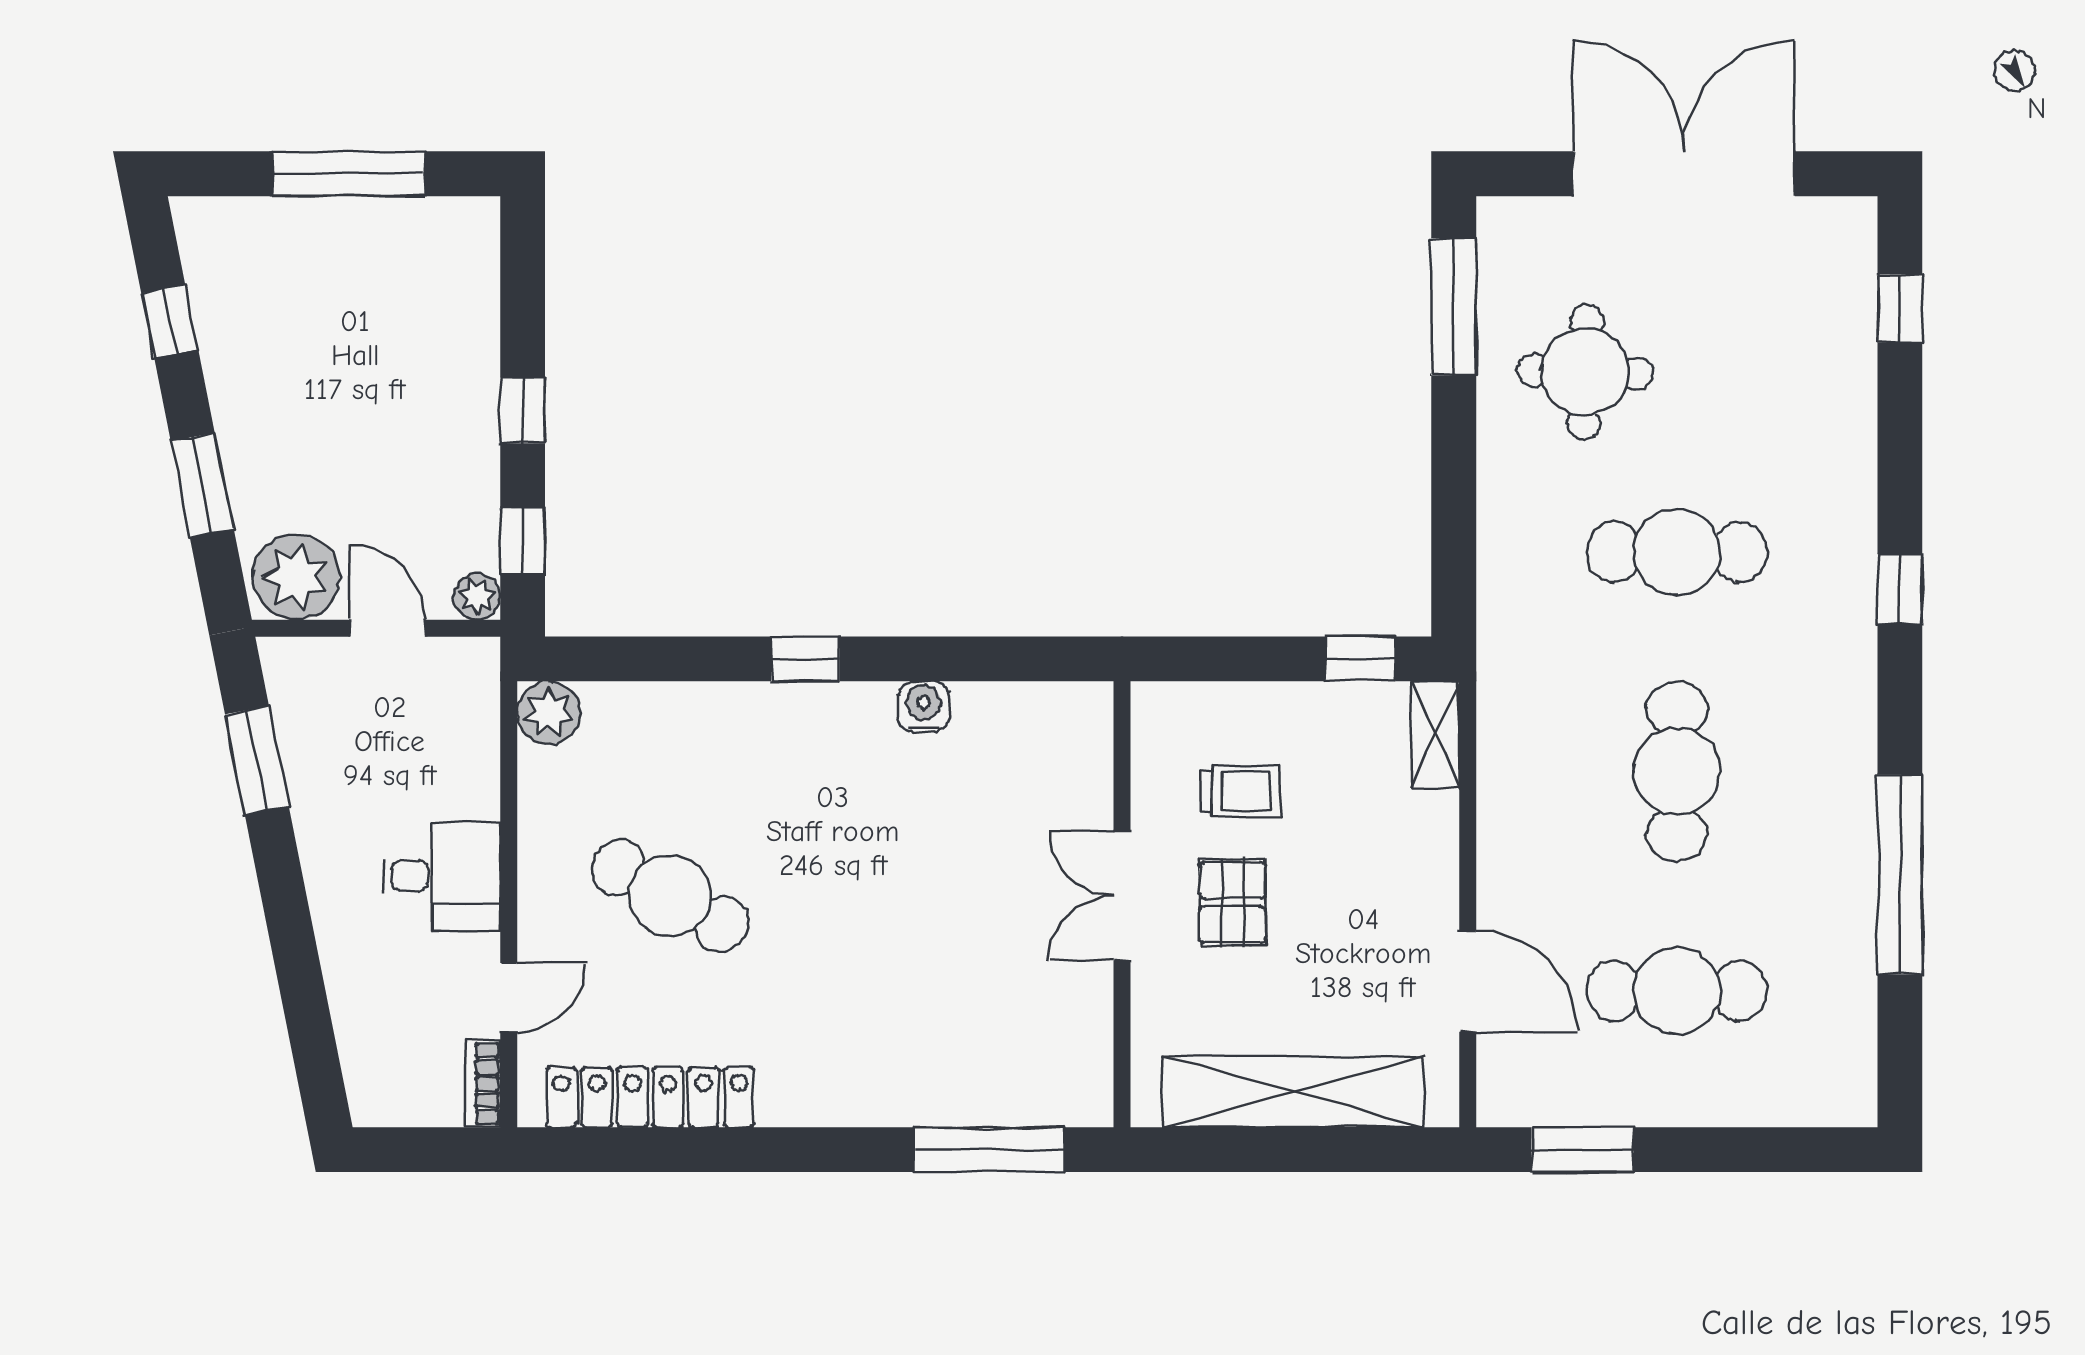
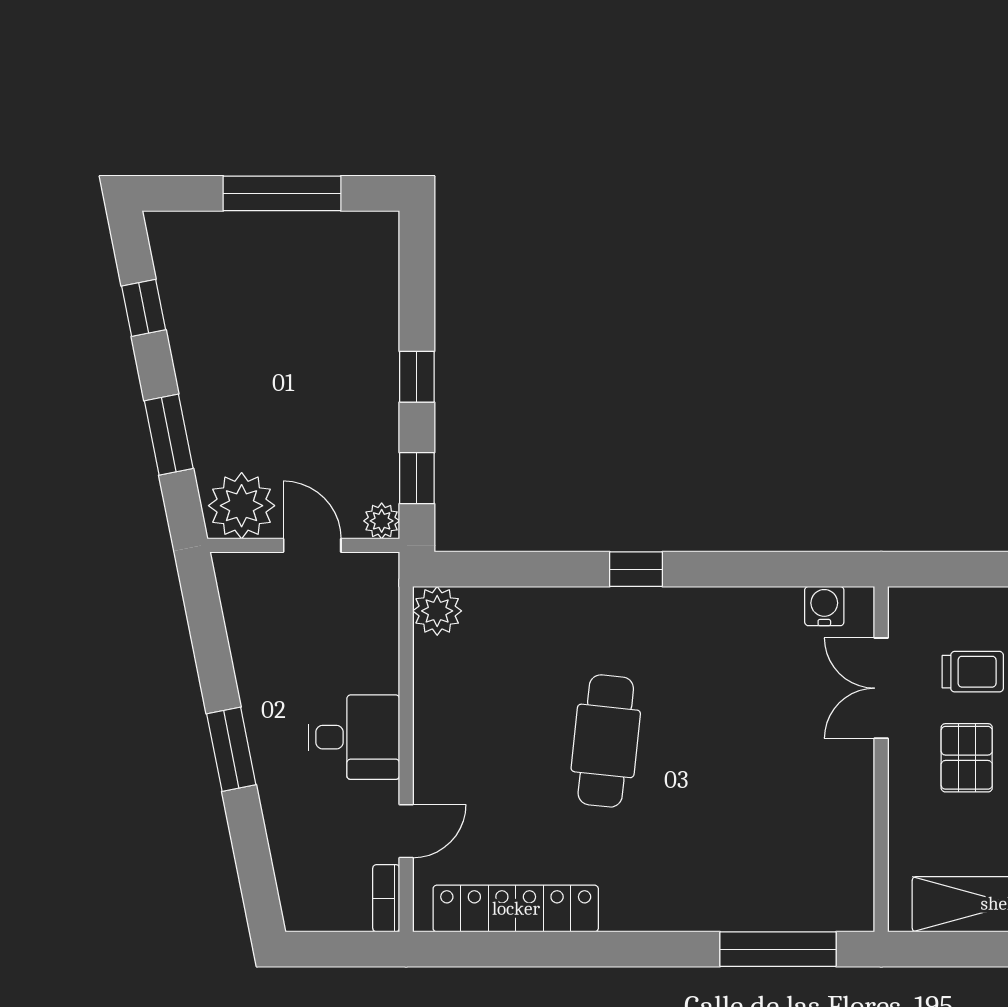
water cooler: (924, 707) -> (824, 606), moved
window: (257, 760) -> (231, 749), moved
cafe table: (670, 896) -> (606, 741), moved, turned 67
double door: (1122, 896) -> (881, 688), moved

